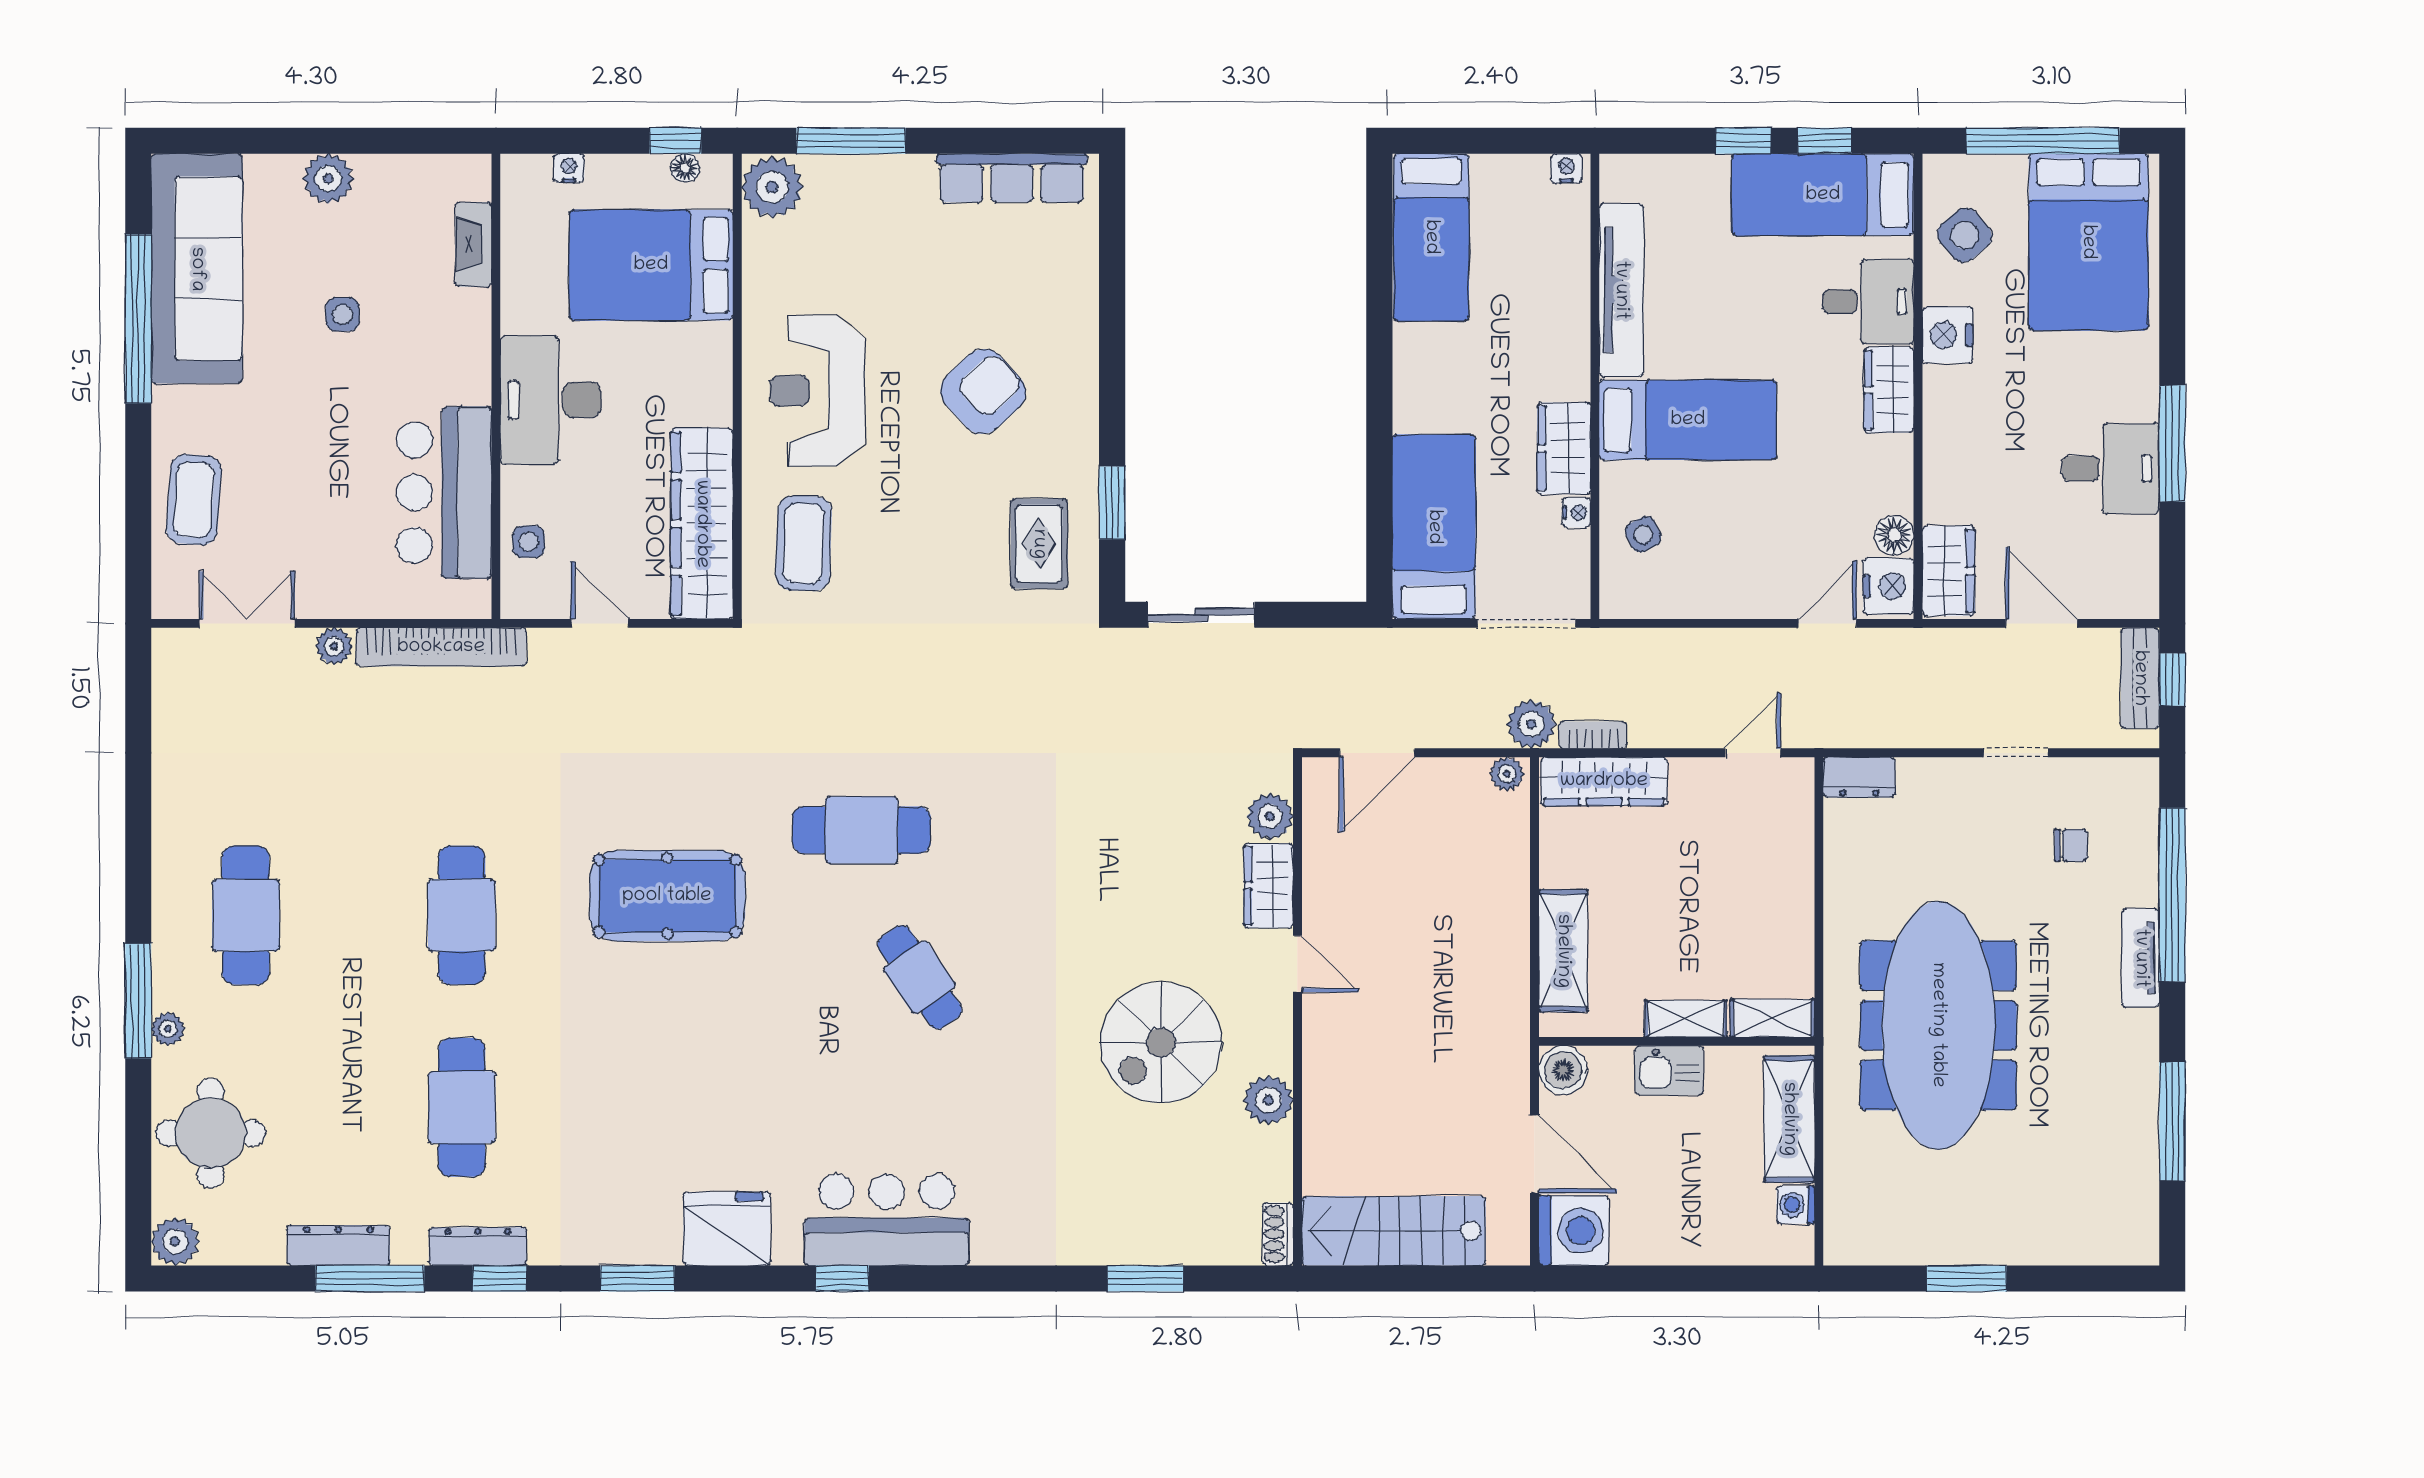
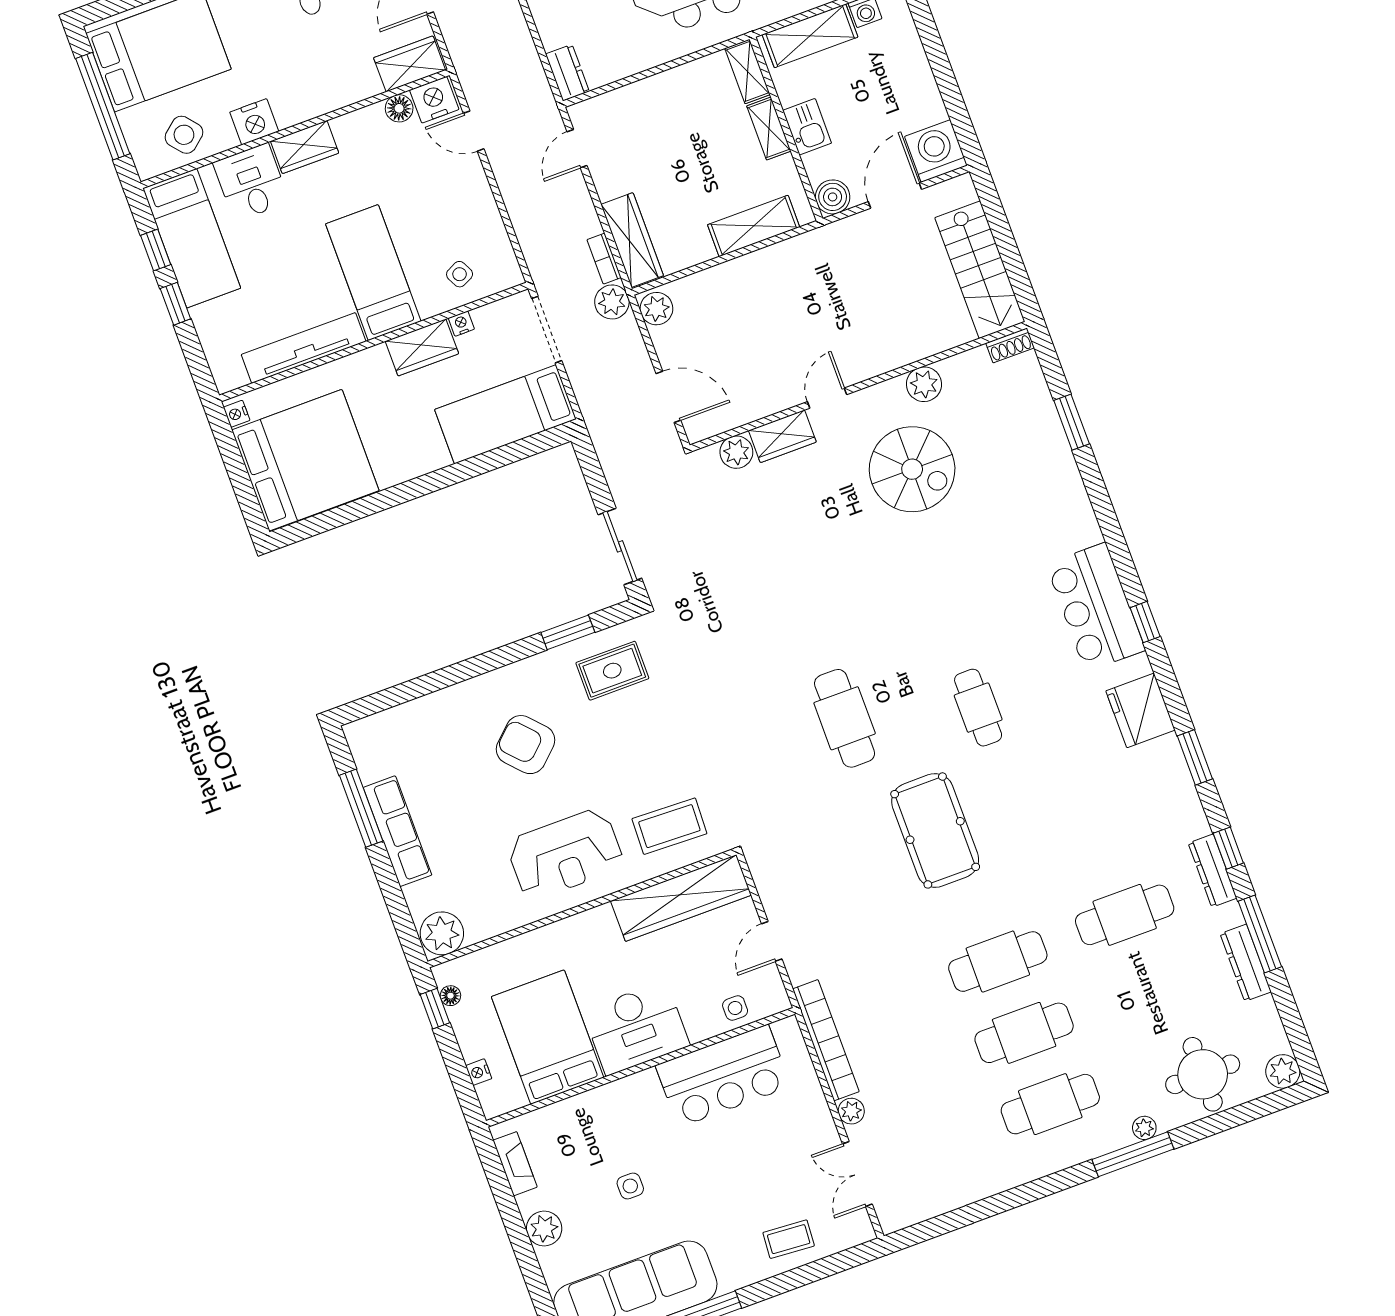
window: (851, 141) -> (361, 808), moved
row of seats: (1012, 178) -> (398, 831), moved
bed: (1431, 237) -> (305, 460), width x2.04
fireplace: (473, 244) -> (515, 1164), moved, turned -90
bed: (651, 265) -> (547, 1037), moved, turned 180
coffee table: (194, 500) -> (789, 1239), width x0.73, depth x0.77
door: (1753, 753) -> (577, 149), hinge flipped
plant: (1507, 774) -> (656, 309), width x1.38, depth x1.38
cafe table: (354, 915) -> (1024, 1033), added
cafe table: (920, 977) -> (978, 708), moved, turned -56

